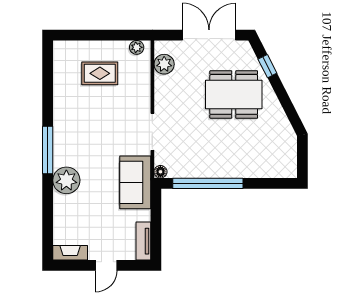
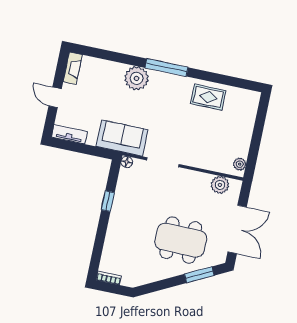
window: (267, 66) -> (199, 275), width x1.50
rug: (100, 73) -> (208, 97), moved, turned 90
dining table: (234, 94) -> (181, 240), turned 90
bookcase: (292, 165) -> (109, 278), added
window: (208, 183) -> (108, 201), width x0.32

